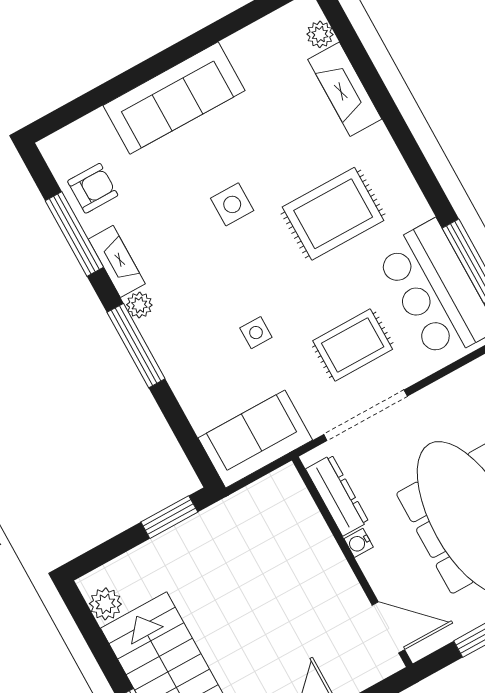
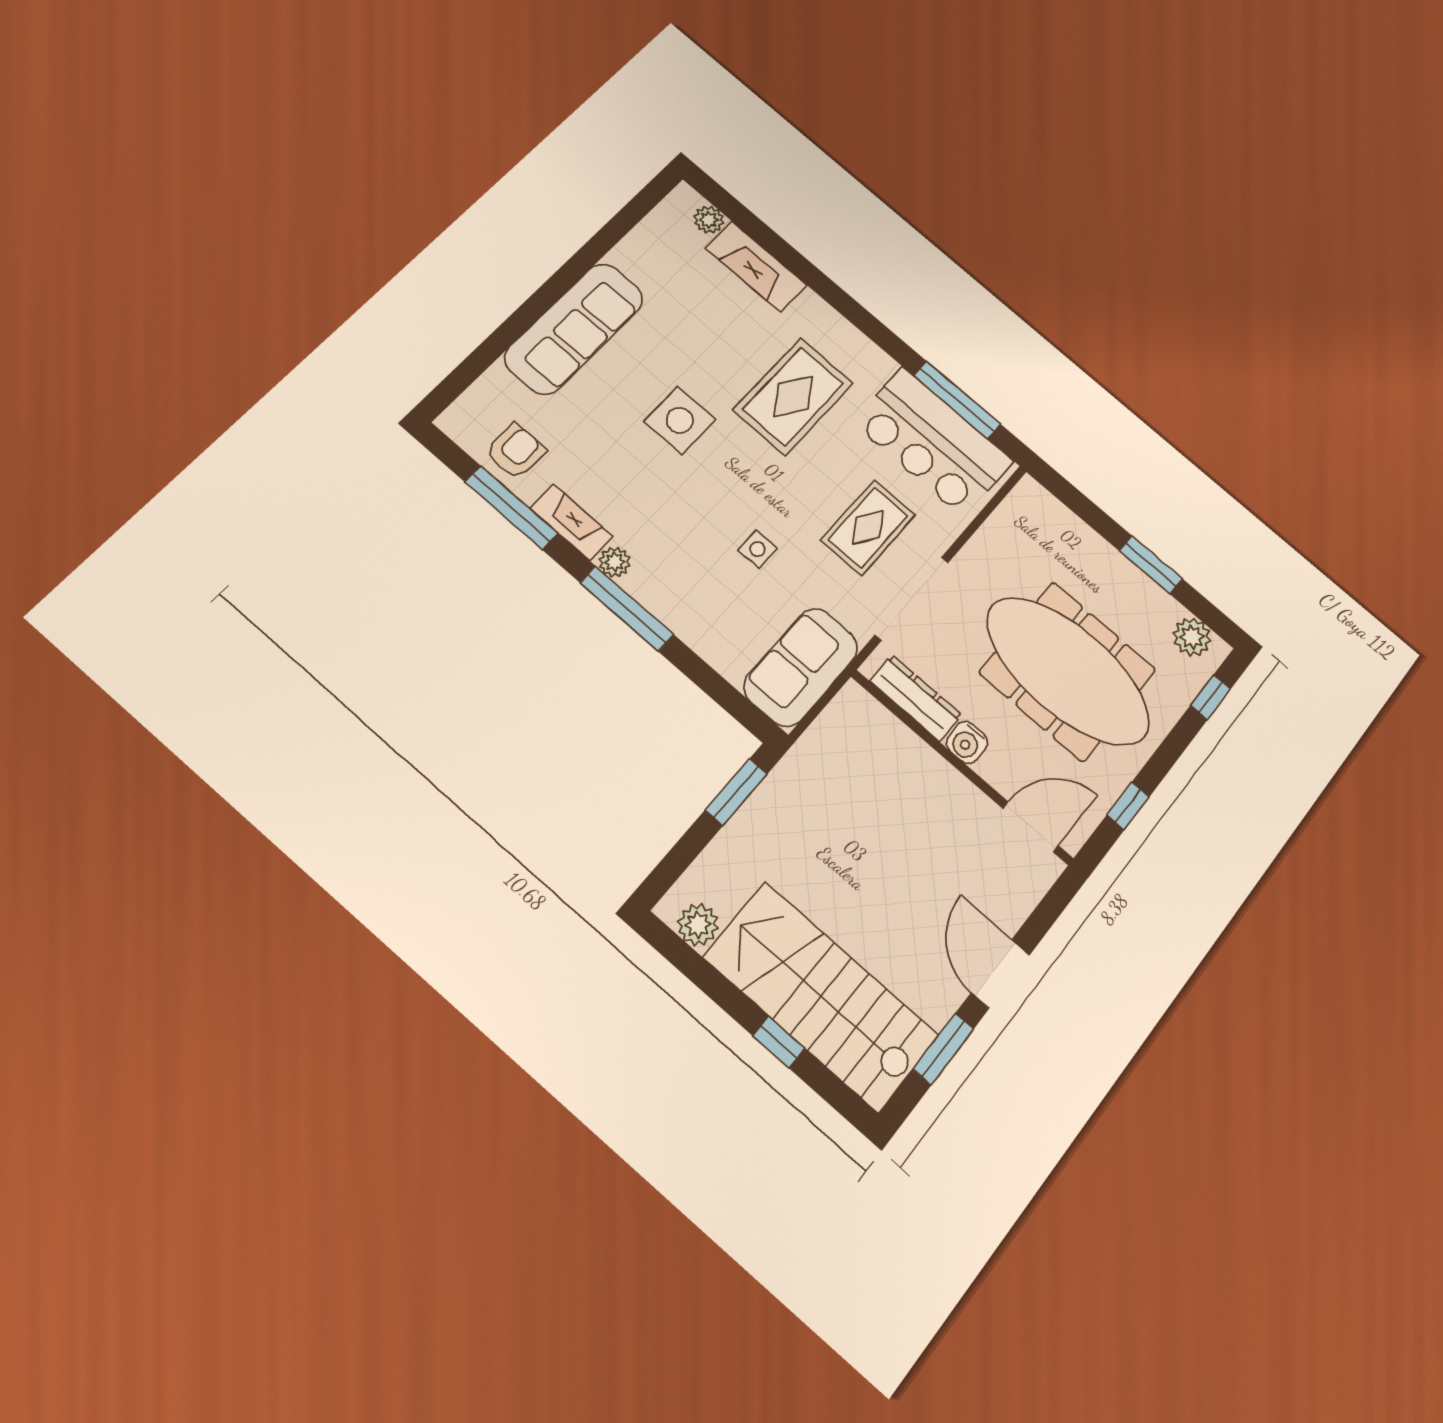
side table: (232, 204) -> (680, 420), width x1.37, depth x1.37
water cooler: (359, 543) -> (967, 742), width x1.38, depth x1.38

